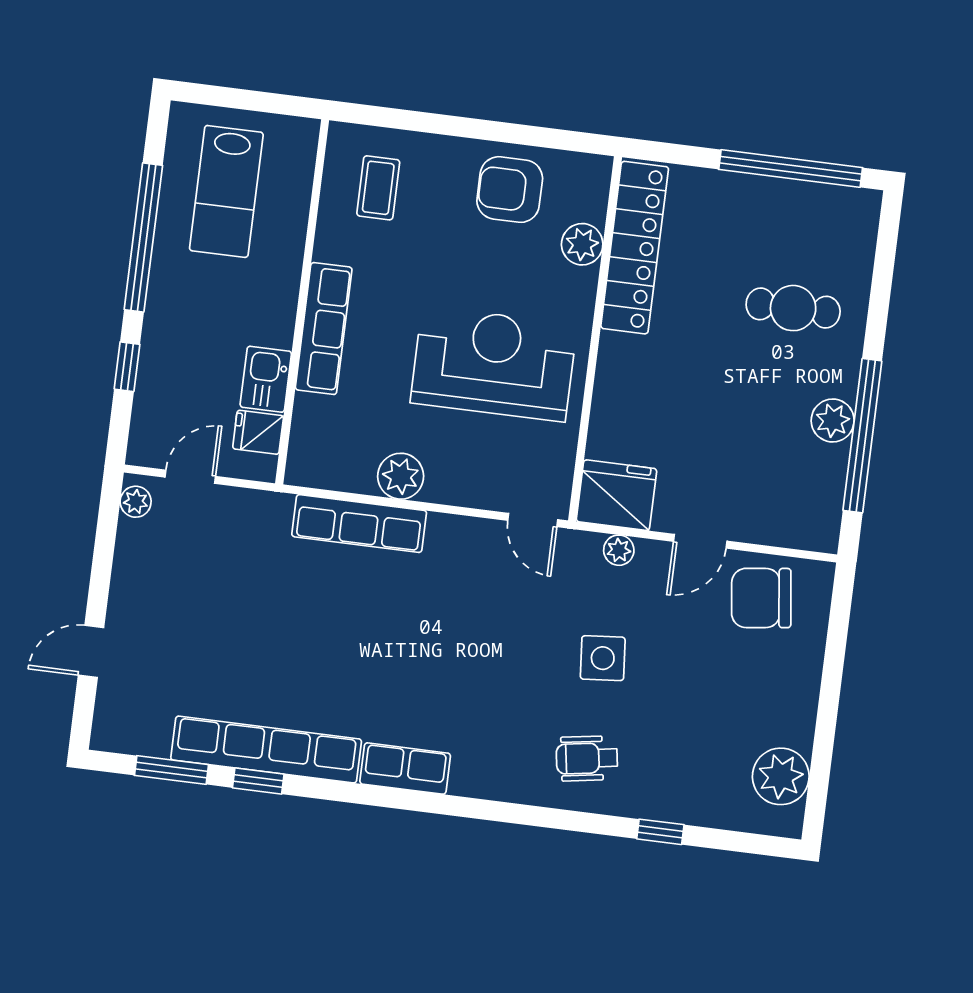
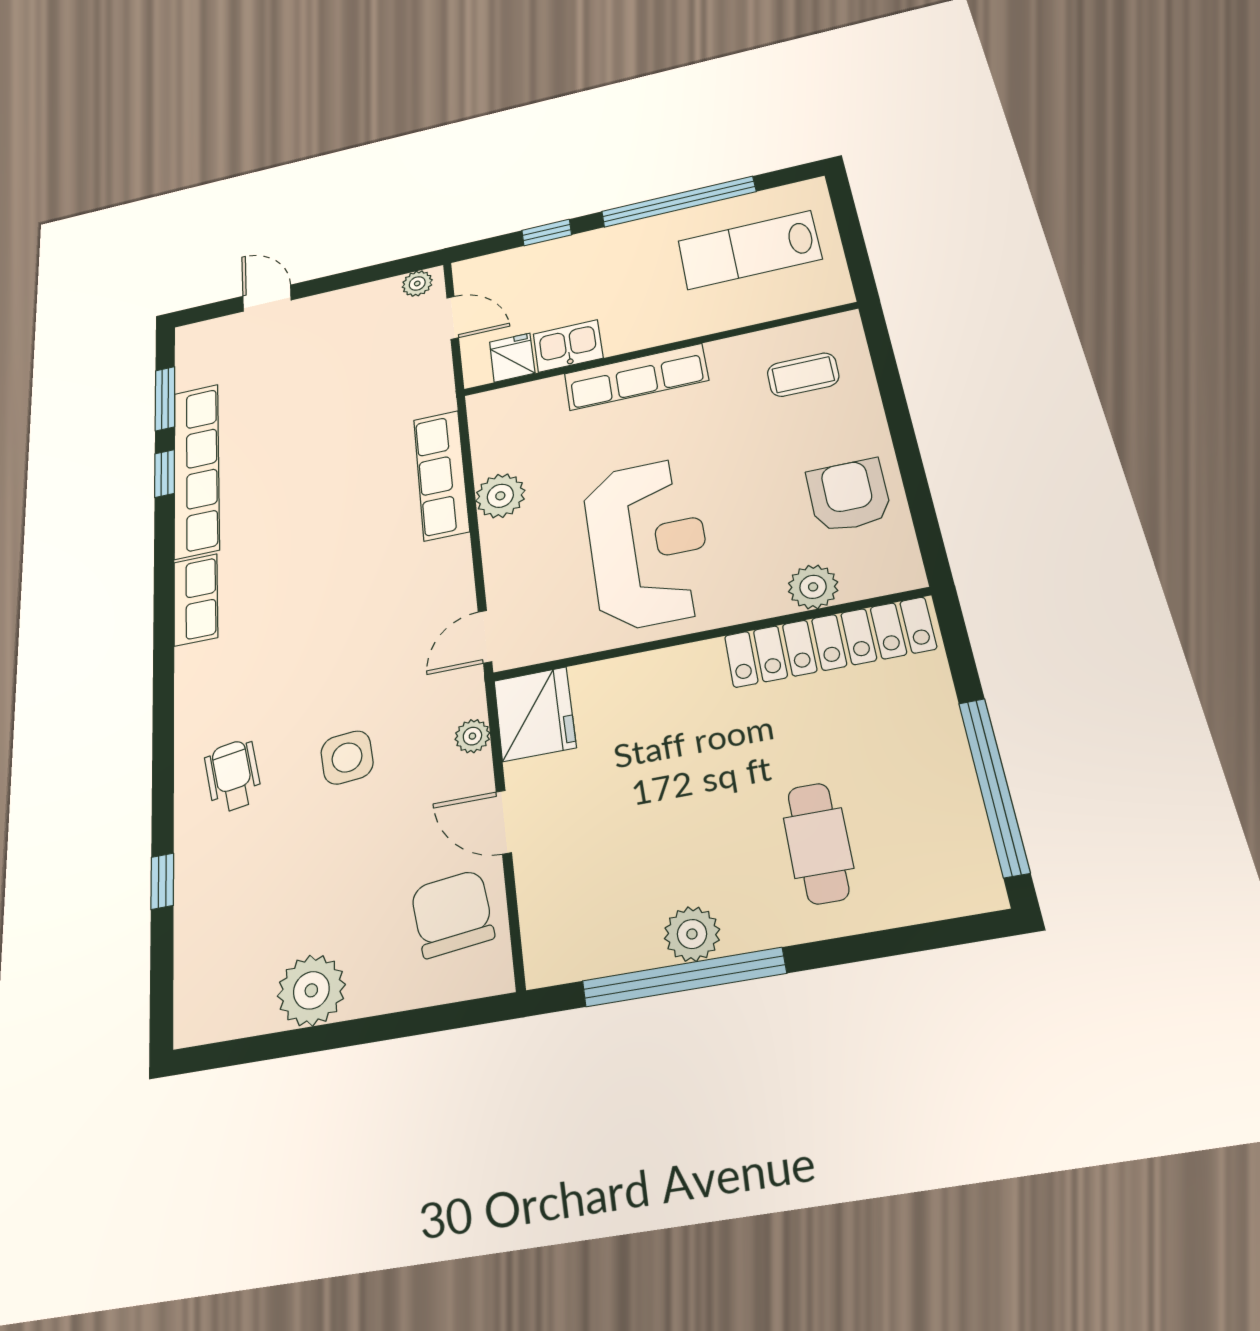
plant: (781, 776) -> (311, 990), moved

